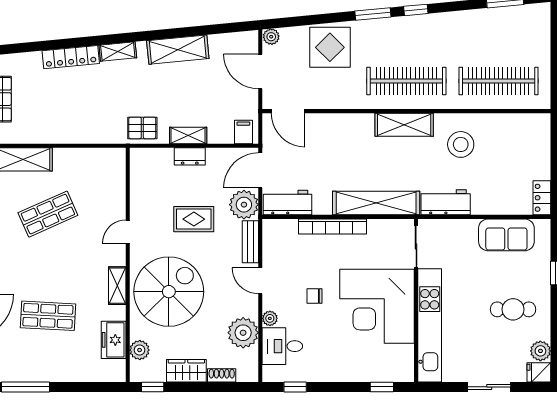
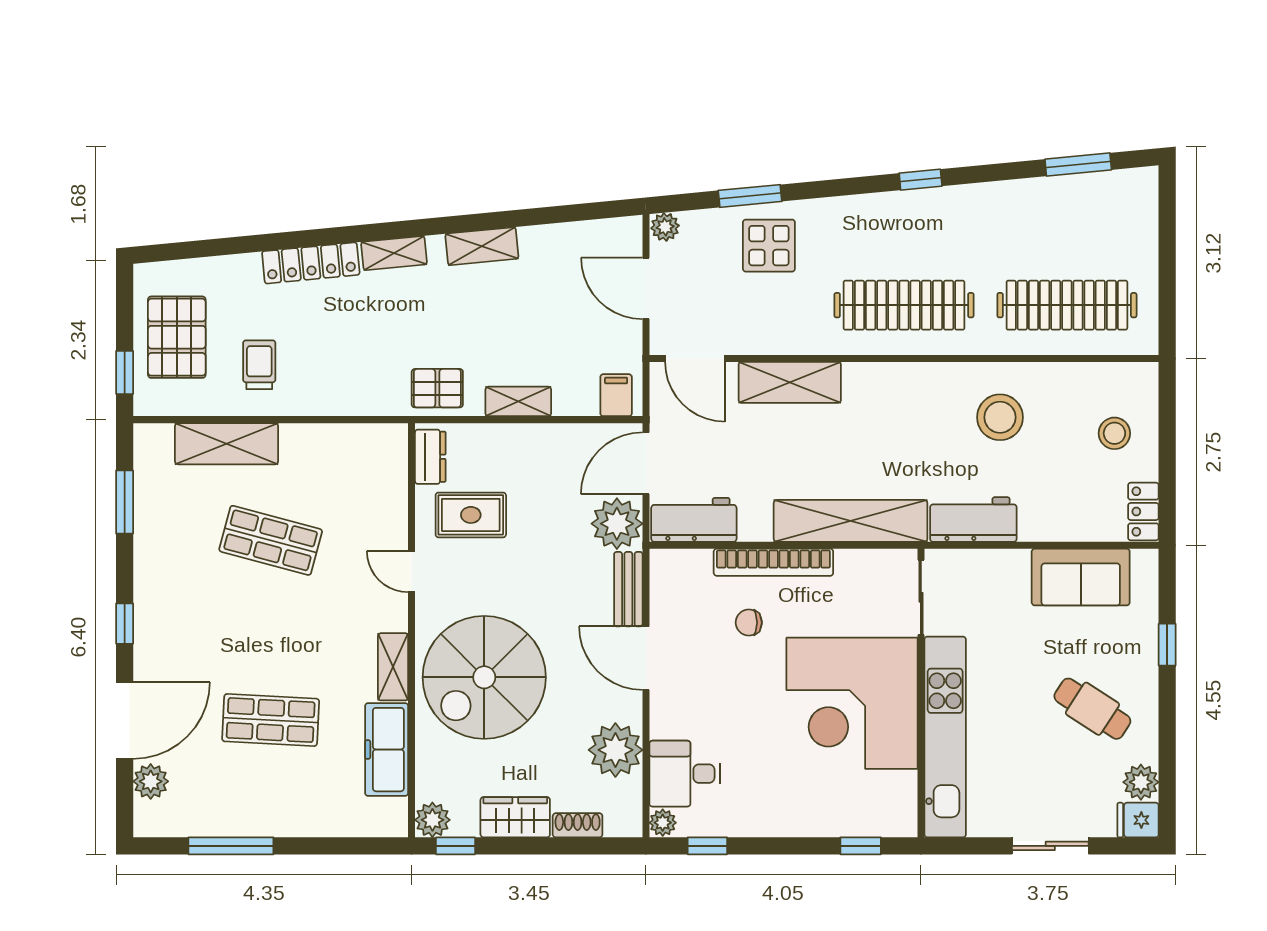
window: (373, 14) -> (750, 196), moved
display table: (330, 47) -> (769, 246), width x0.73, depth x0.73
shelving: (178, 50) -> (482, 246), width x0.67, depth x0.75
trolley: (42, 115) -> (259, 365), added
shelving: (404, 125) -> (790, 382), moved
stool: (525, 153) -> (1114, 433), added
dresser: (190, 156) -> (430, 457), moved, turned -90
shop shelf: (48, 214) -> (271, 540), turned 39
rug: (194, 219) -> (471, 515), moved
door: (128, 232) -> (412, 572), hinge flipped
door: (260, 281) -> (646, 658), width x1.38
spiral stairs: (169, 292) -> (484, 677), turned 180
chair: (314, 296) -> (749, 623), moved
cafe table: (513, 309) -> (1092, 709), turned 33
plant: (270, 318) -> (663, 823), moved
freezer: (114, 340) -> (387, 750), width x1.40
plant: (140, 350) -> (432, 820), moved

